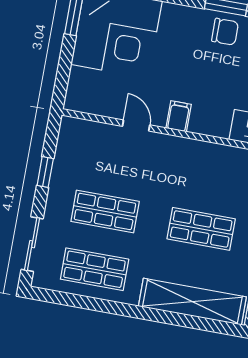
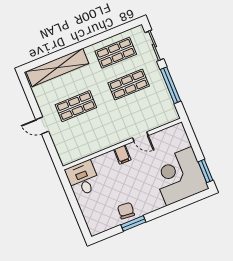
chair: (225, 32) -> (126, 211), turned 95
window: (45, 172) -> (171, 85), width x2.17

